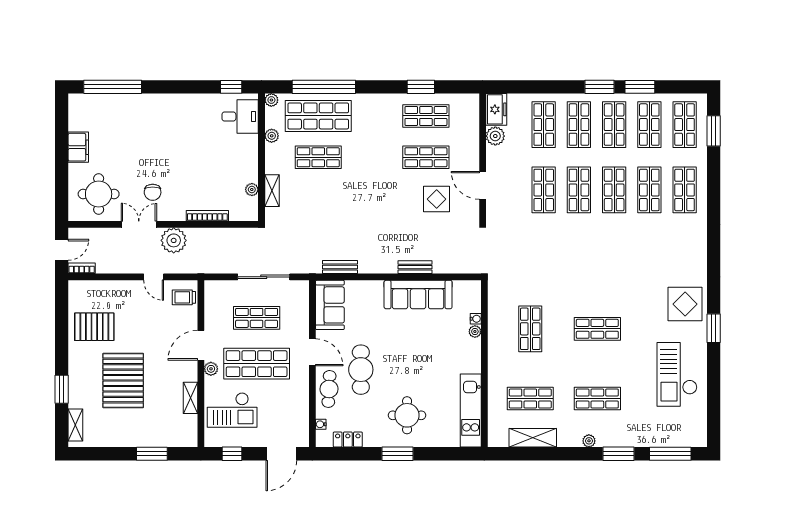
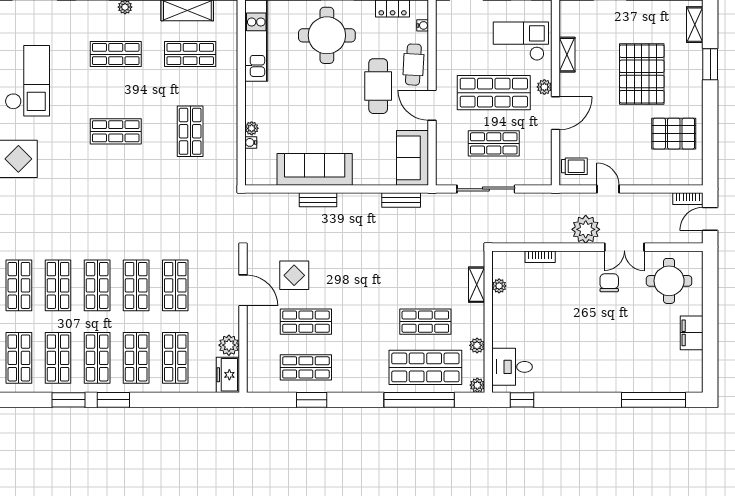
bookcase: (207, 216) -> (540, 257), width x0.64
round table: (407, 415) -> (327, 35), width x1.36, depth x1.36

